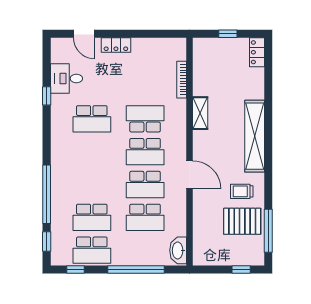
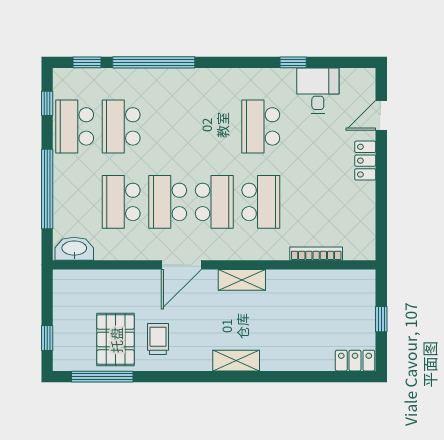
shelving: (200, 113) -> (242, 280), moved
shelving: (255, 136) -> (236, 361), width x0.45, depth x0.75
school desk: (145, 152) -> (214, 202), turned 180

